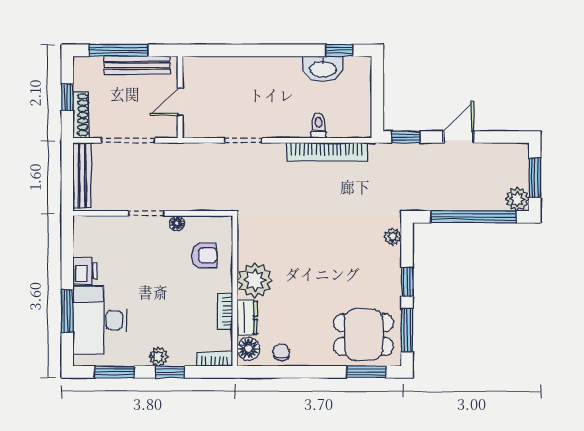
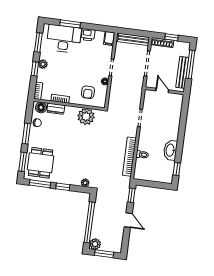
washbasin: (323, 69) -> (170, 150), moved
filing cabinet: (87, 226) -> (109, 38), added
plant: (255, 280) -> (86, 116), moved
window: (307, 372) -> (26, 134), added

